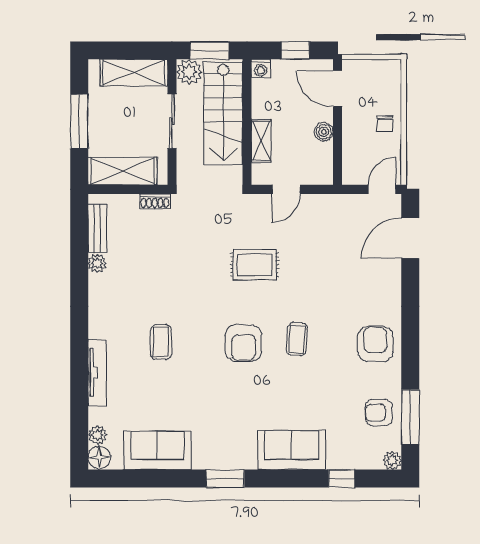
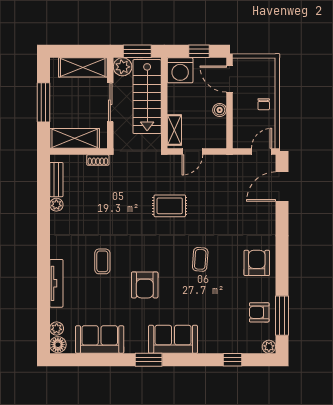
washing machine: (261, 68) -> (180, 70), width x1.89, depth x1.89
shelving: (261, 141) -> (174, 130), moved
armchair: (243, 343) -> (145, 285), moved
sofa: (292, 450) -> (173, 339), moved

